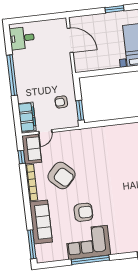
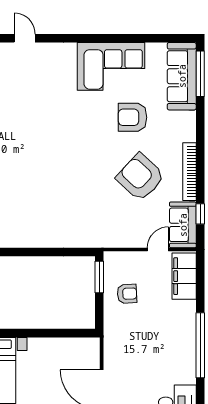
armchair: (83, 212) -> (132, 117), moved
sofa: (41, 222) -> (182, 76), moved
window: (90, 260) -> (110, 38), removed

